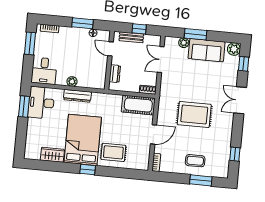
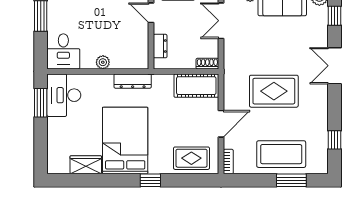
dresser: (77, 96) -> (133, 81), moved
rug: (113, 152) -> (191, 158), moved
coffee table: (195, 161) -> (281, 154), width x1.86, depth x1.72
window: (88, 170) -> (150, 180), moved

